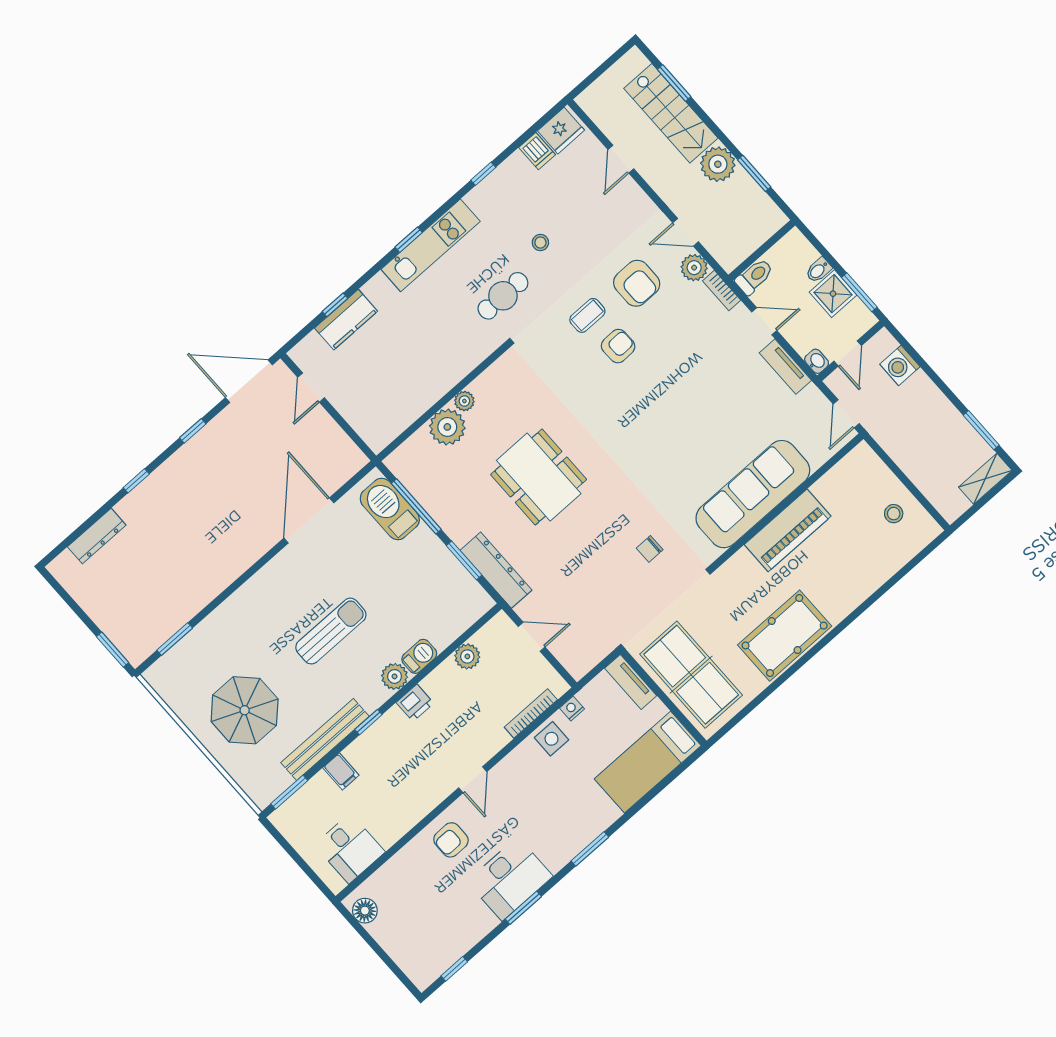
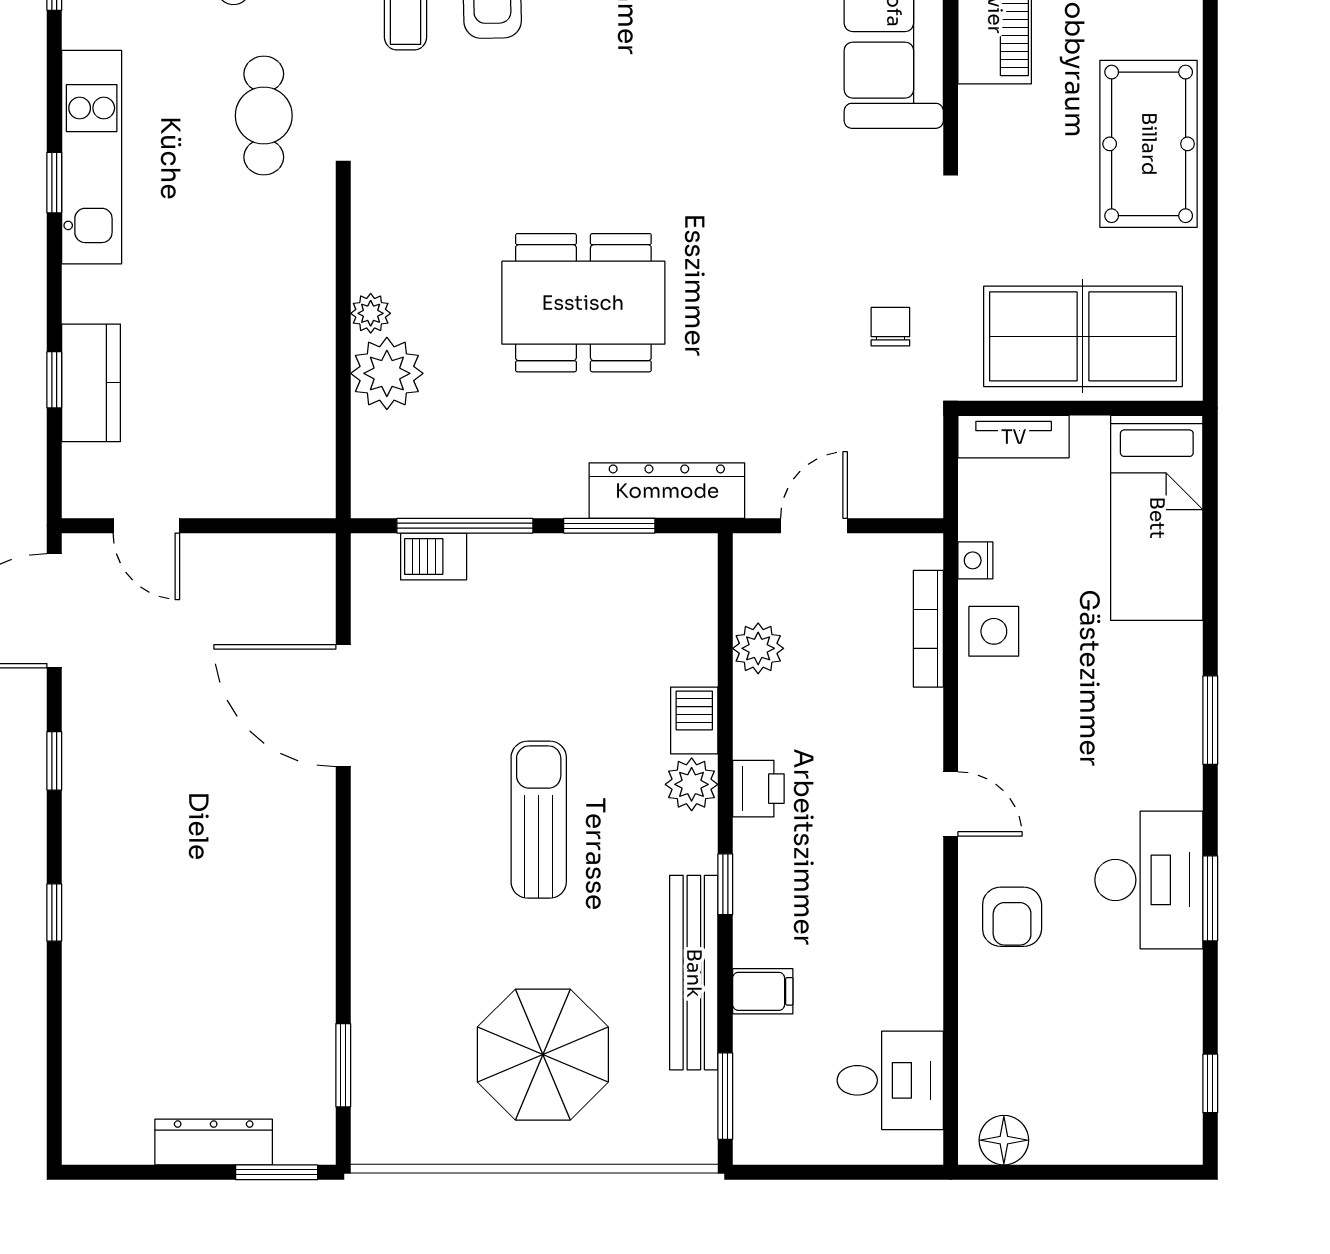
barbecue: (390, 509) -> (434, 556), width x0.53, depth x0.65
dresser: (97, 536) -> (214, 1142), moved, turned -90
chair: (650, 549) -> (890, 327), moved, turned 180

